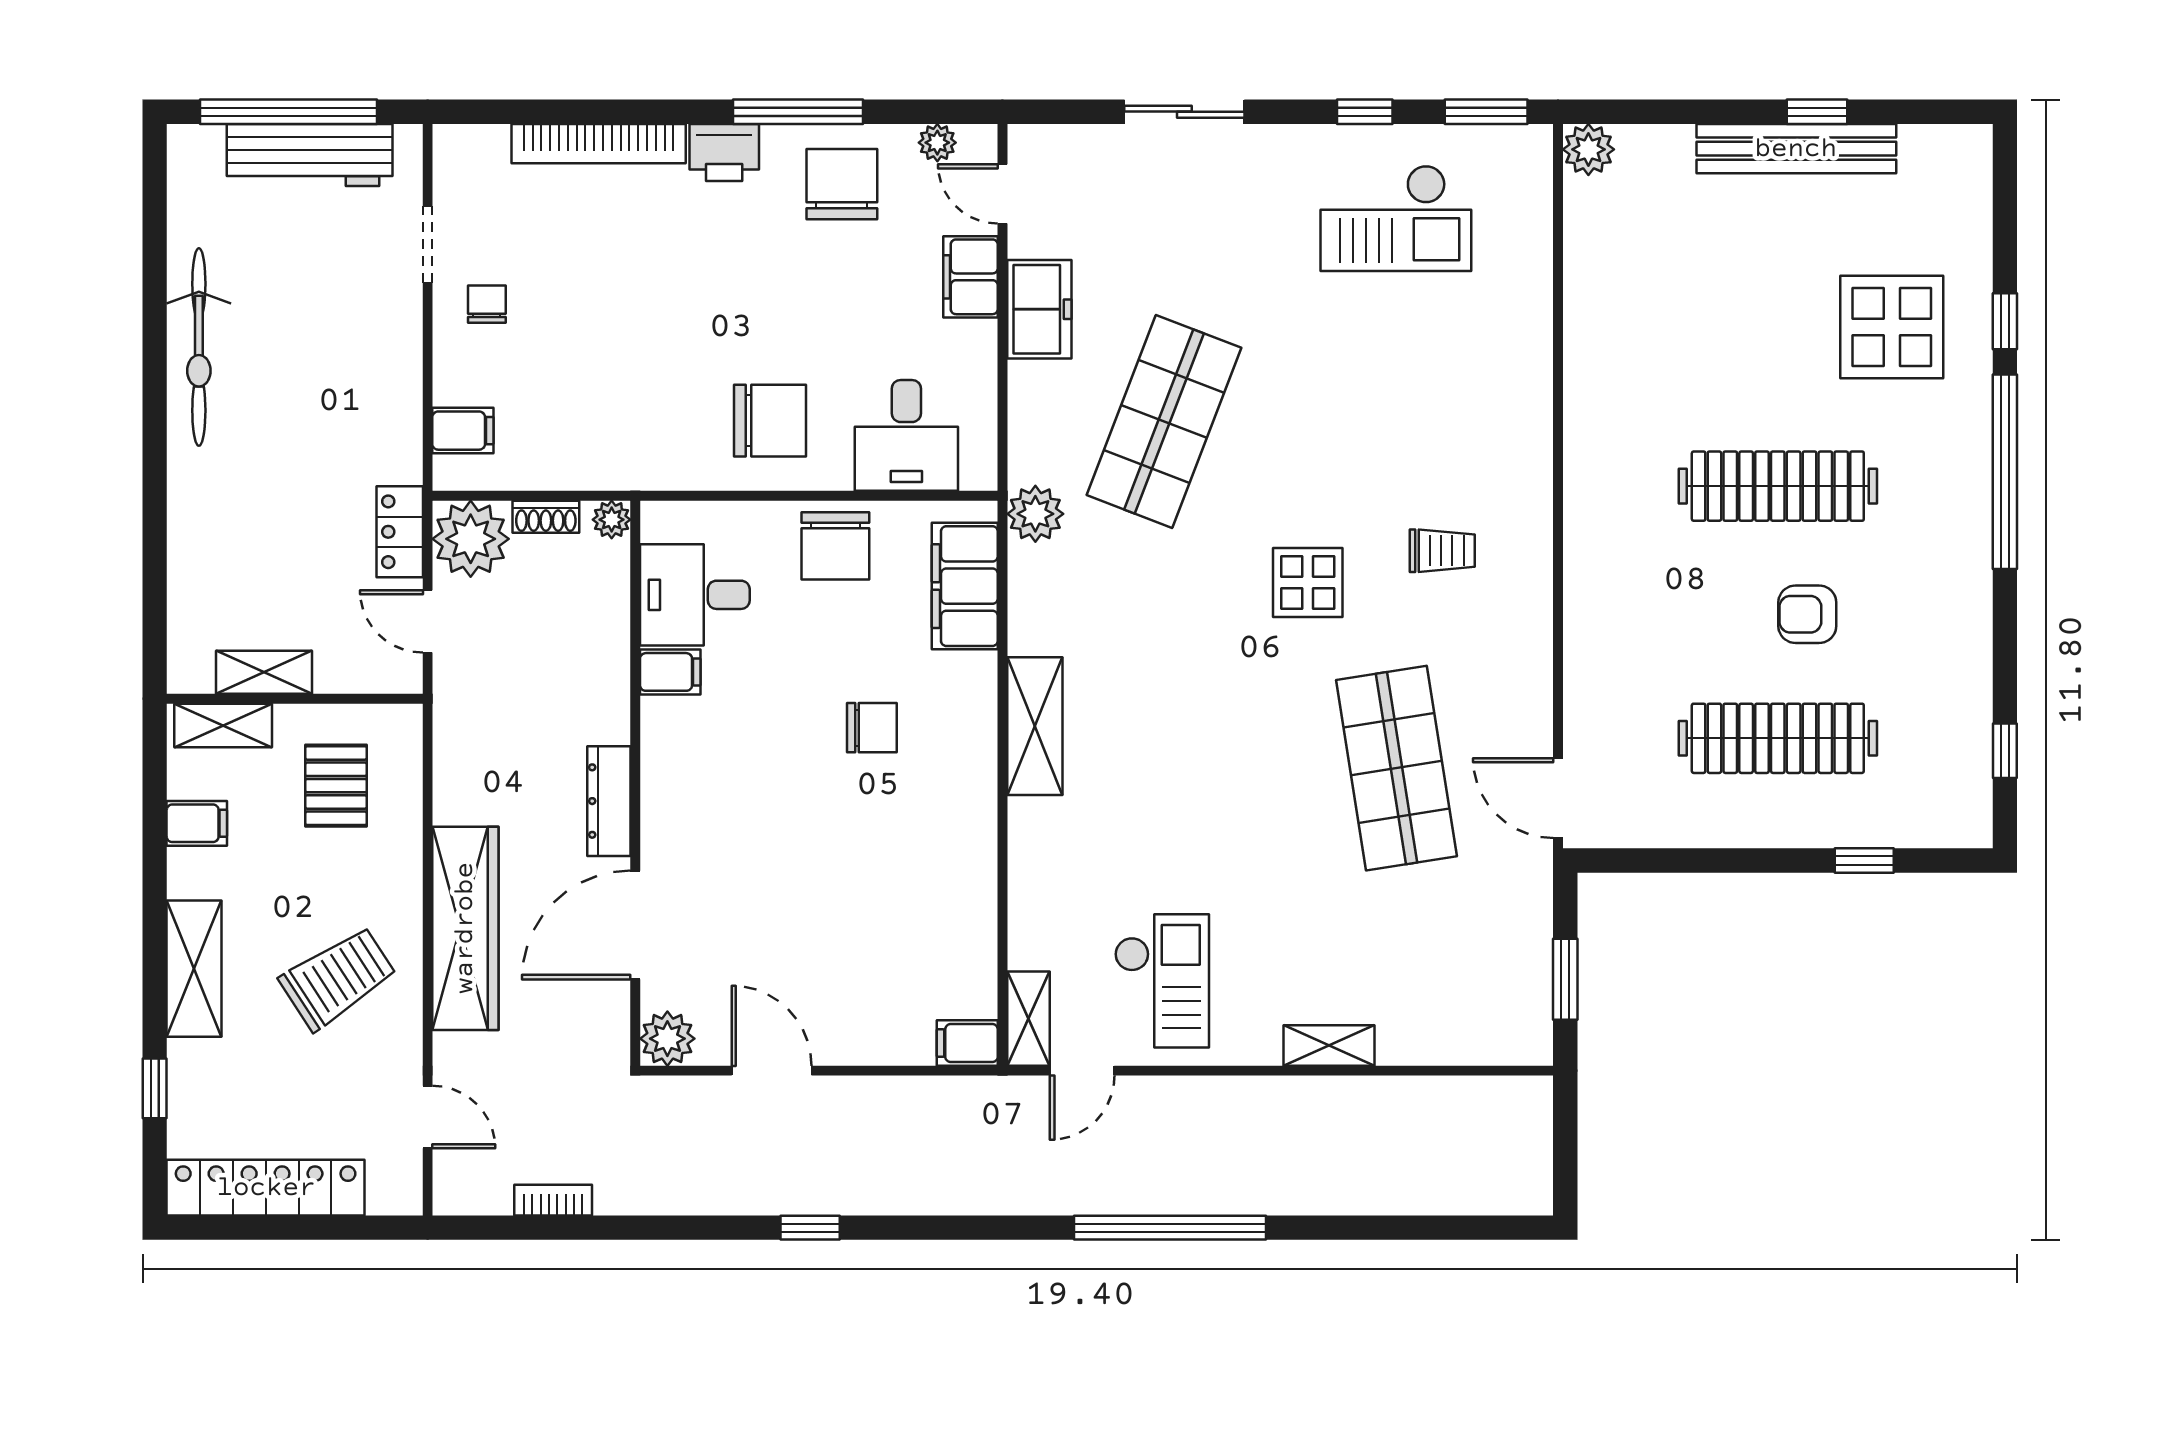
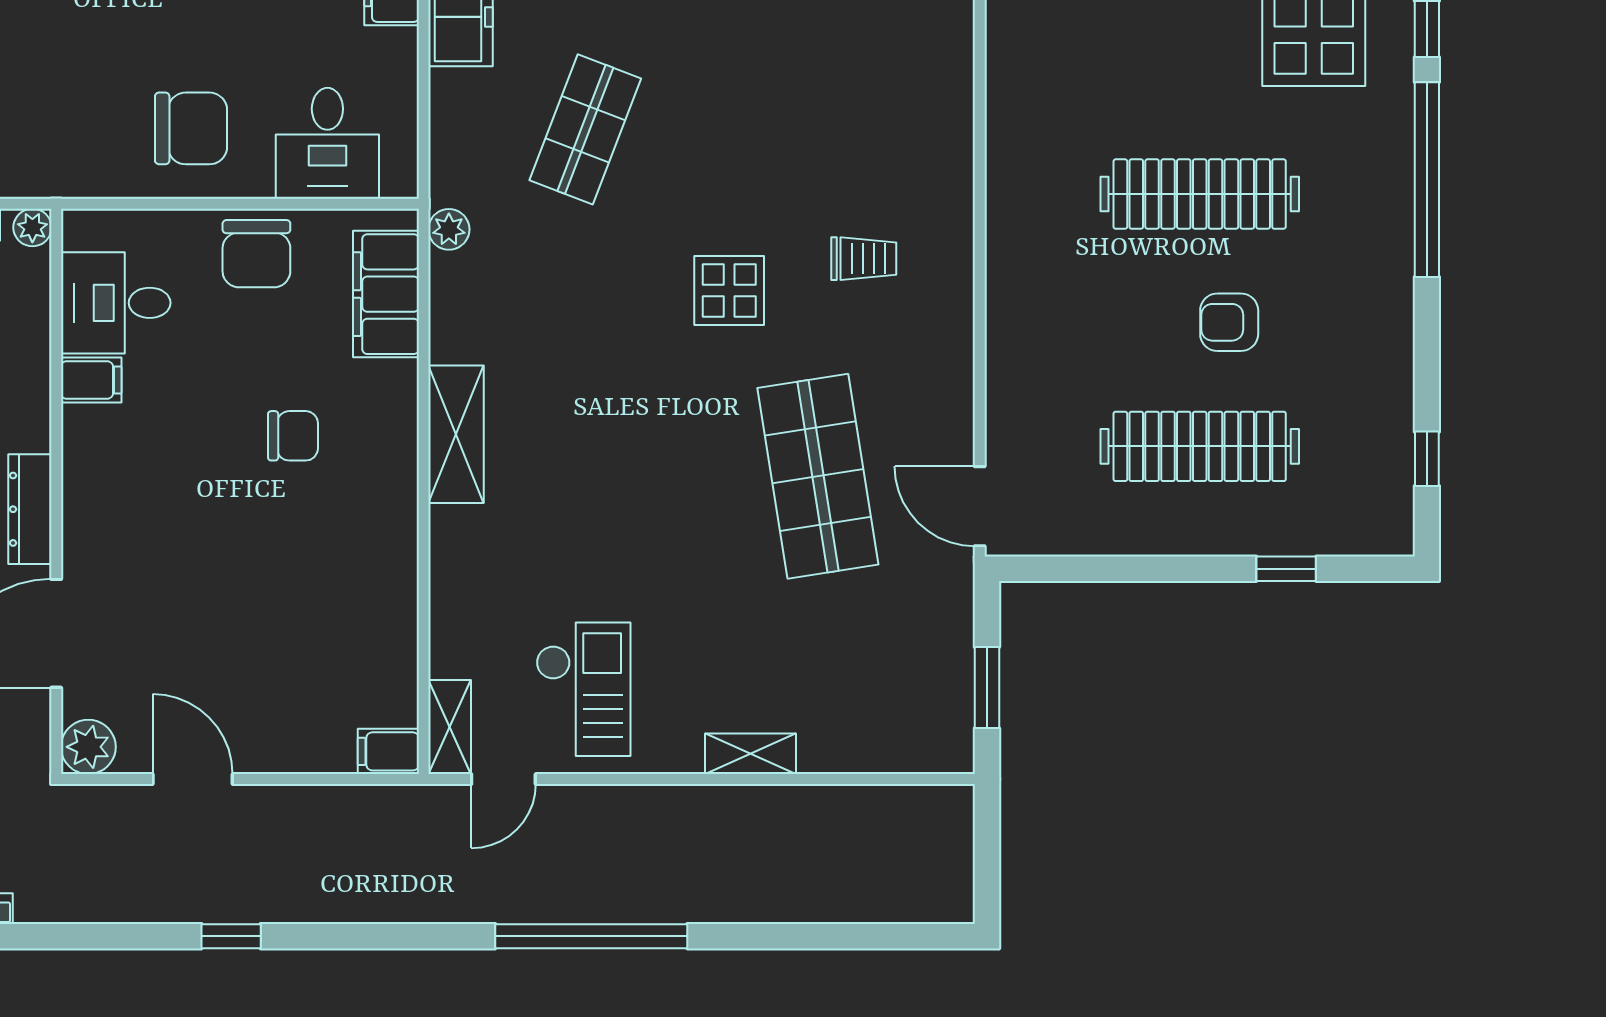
shop shelf: (1164, 421) -> (585, 129), width x0.70, depth x0.74
plant: (1035, 514) -> (449, 229), width x0.73, depth x0.73

